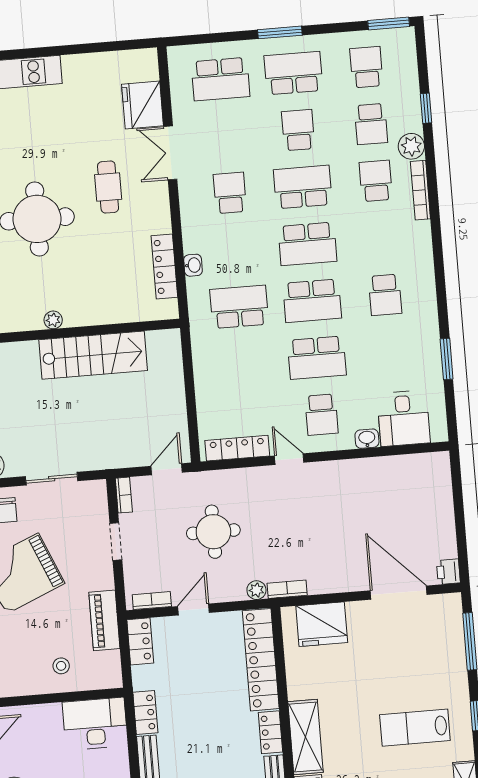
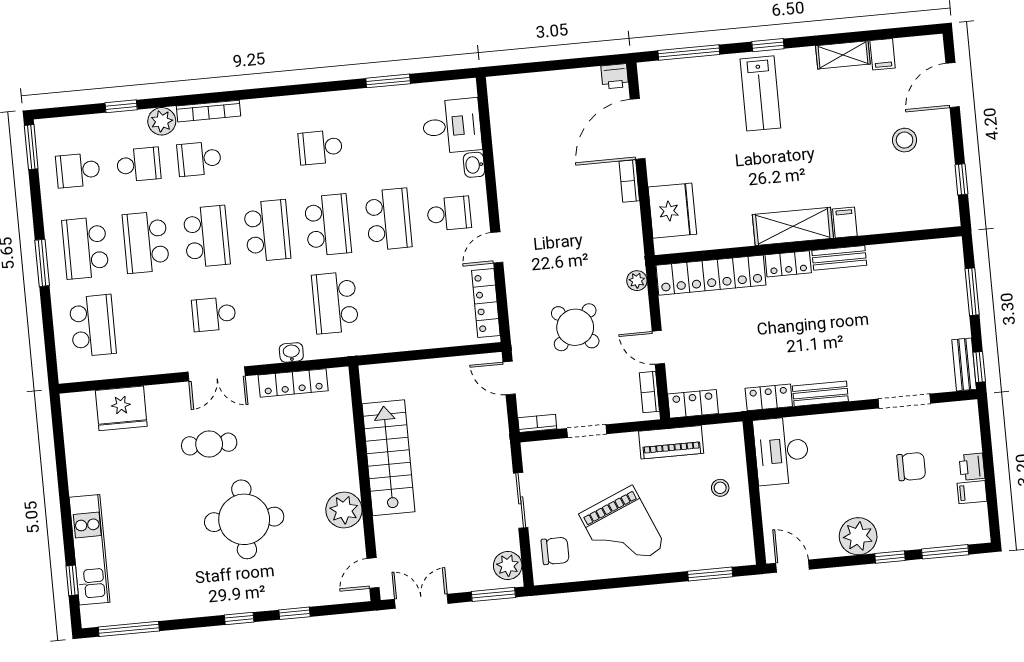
school desk: (298, 130) -> (146, 242), width x1.85
double door: (170, 153) -> (217, 374), moved
school desk: (303, 187) -> (207, 236), turned 180
school desk: (385, 295) -> (320, 147), turned 180
plant: (53, 320) -> (344, 510), width x1.87, depth x1.87
round table: (213, 532) -> (575, 327), turned 45
bookcase: (287, 589) -> (629, 181), moved
lab bench: (415, 728) -> (760, 93), moved

